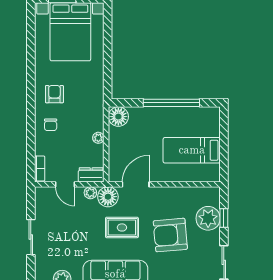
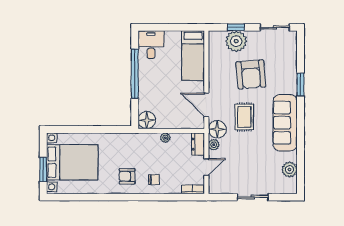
desk: (204, 121) -> (151, 45), added
bed: (192, 150) -> (193, 56), moved

